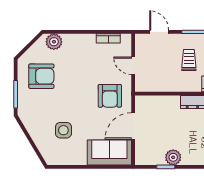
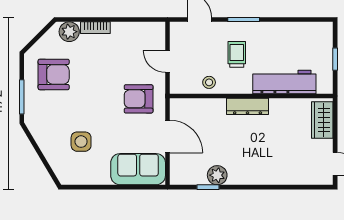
bookcase: (108, 38) -> (95, 28), moved
stool: (167, 83) -> (209, 82), added
armchair: (110, 96) -> (139, 99), turned 90
door: (133, 126) -> (167, 136), swing flipped

